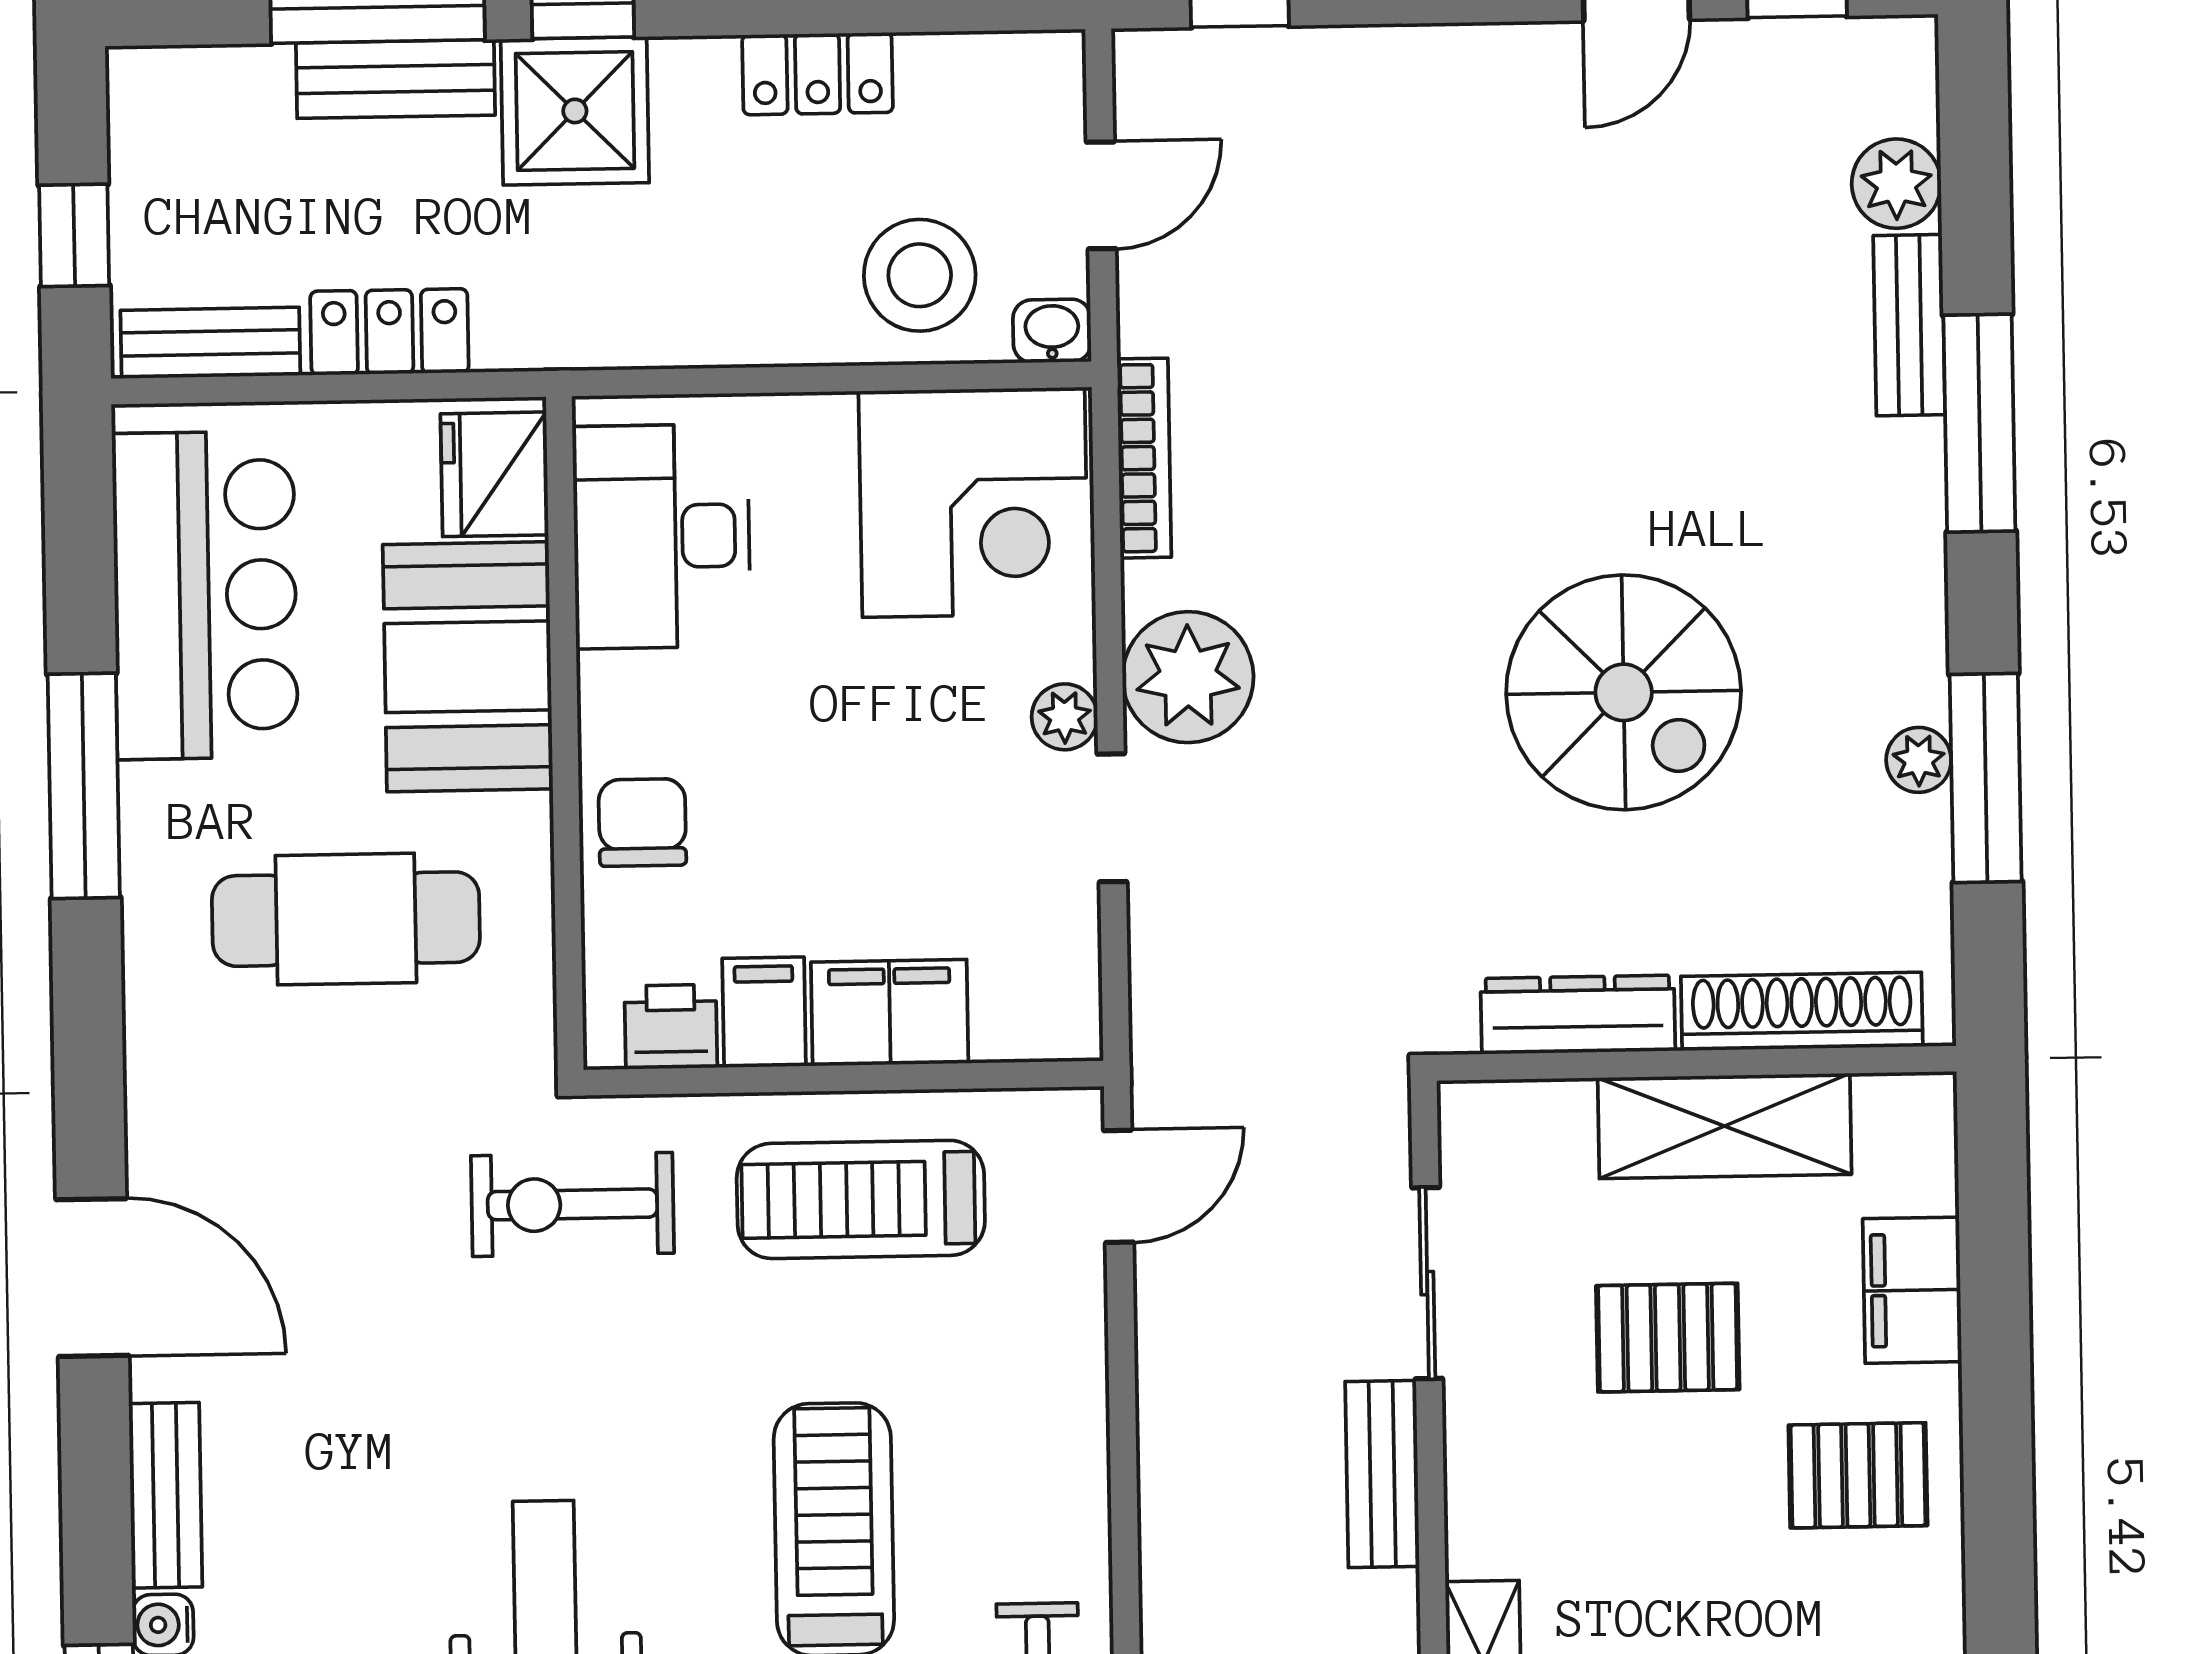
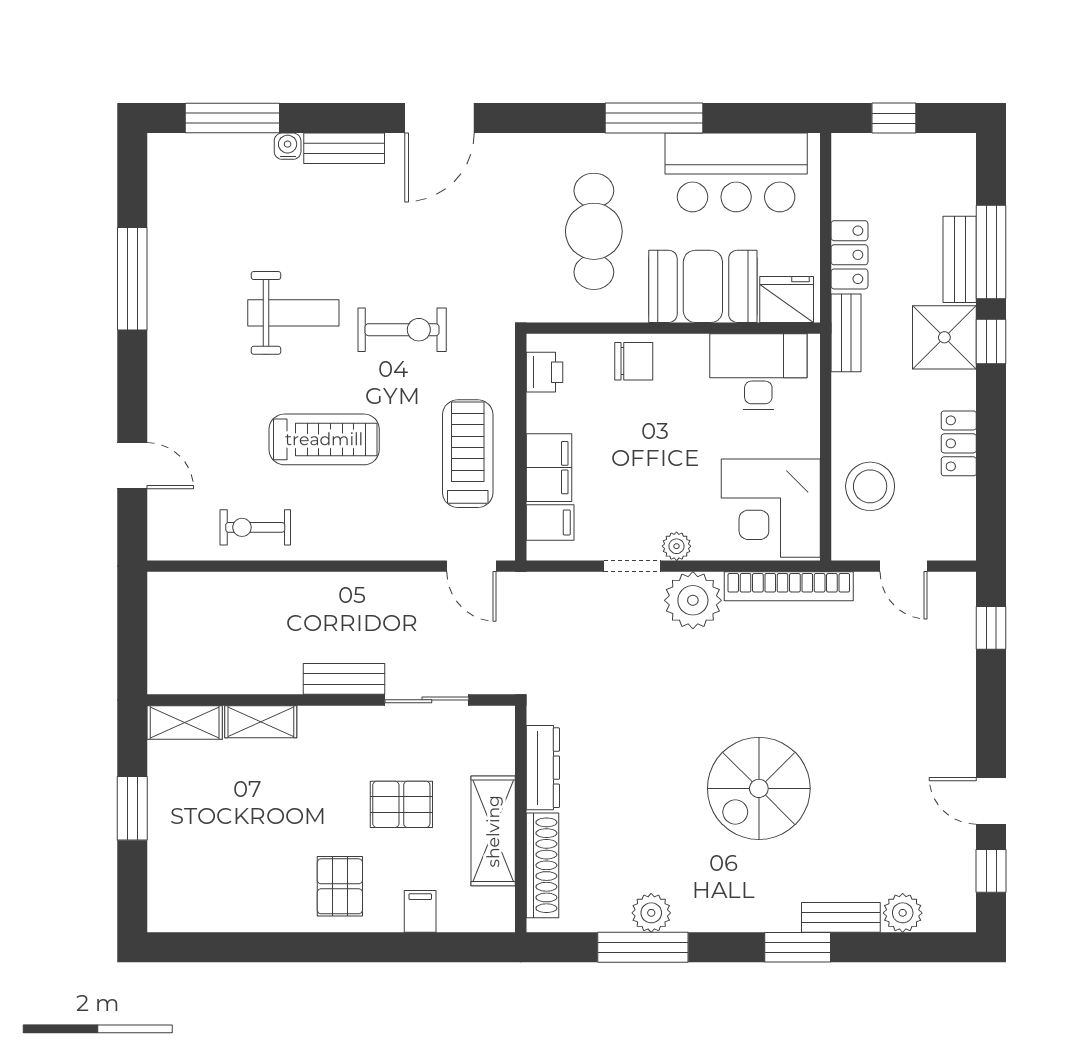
washbasin: (1052, 331) -> (845, 544), removed
bench: (210, 343) -> (846, 333), moved
window: (1979, 423) -> (798, 947), width x0.69
bookcase: (1144, 458) -> (789, 586), width x1.48, depth x1.31
spiral stairs: (1624, 692) -> (759, 788), moved
plant: (1919, 760) -> (651, 913), width x1.38, depth x1.38
filing cabinet: (764, 1012) -> (550, 522), moved
exercise bike: (572, 1204) -> (402, 330), moved, turned 90
filing cabinet: (1912, 1290) -> (420, 911), width x0.50
pallet: (1668, 1338) -> (401, 804), turned 90

